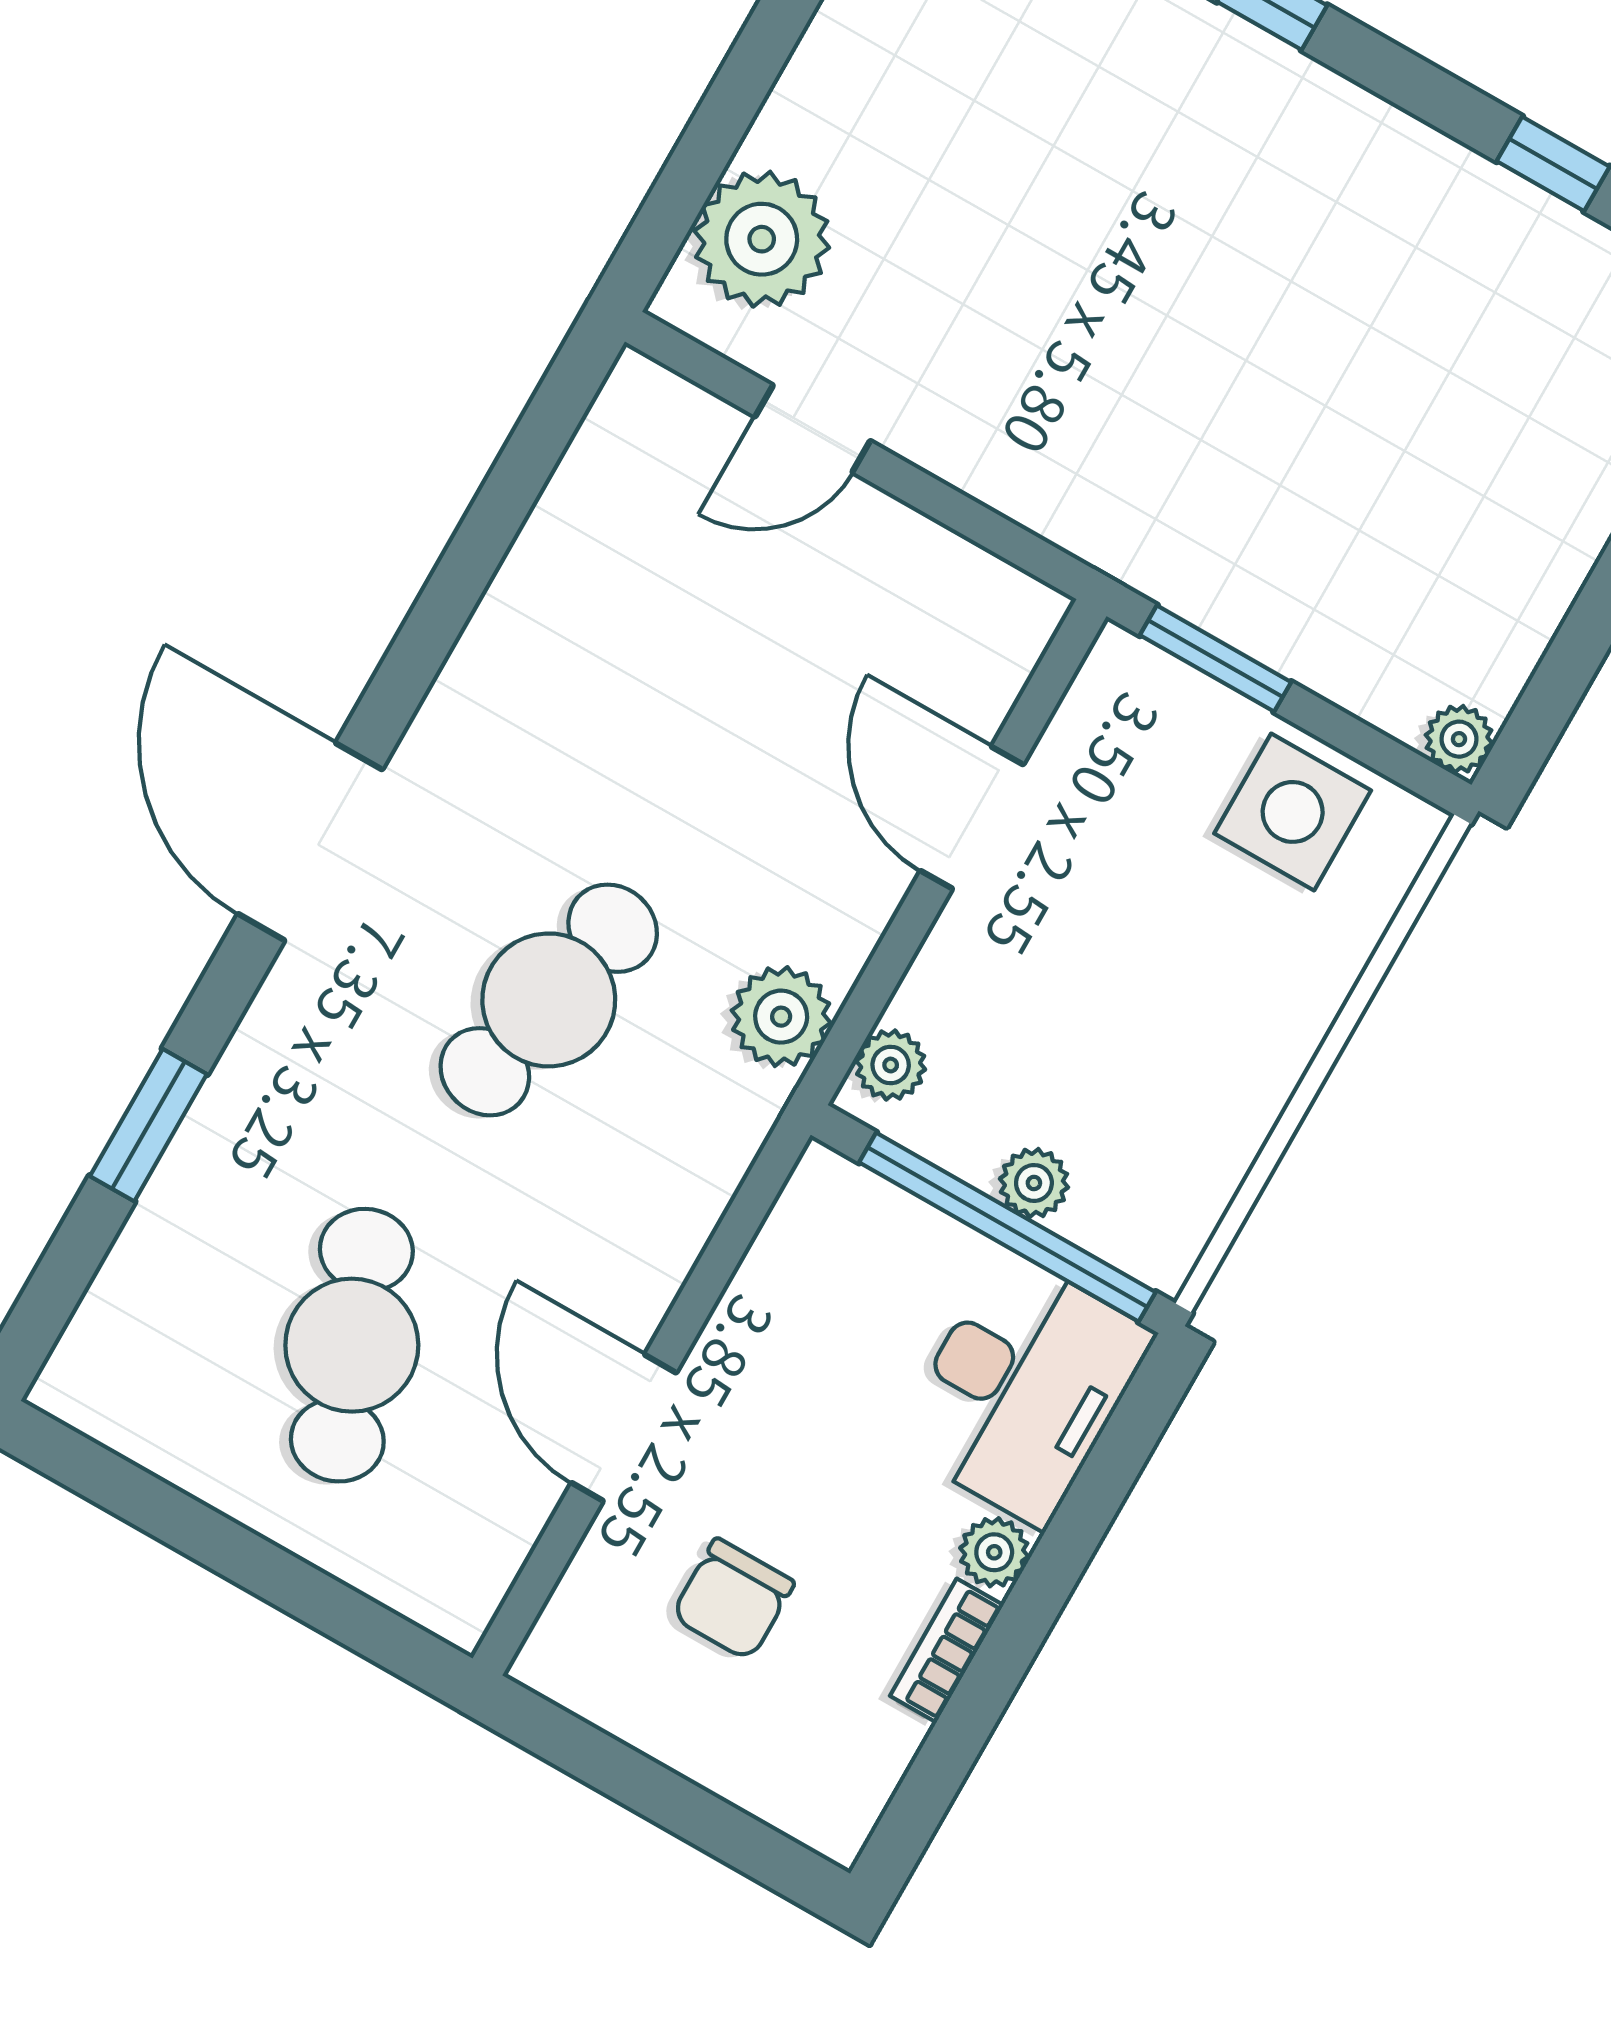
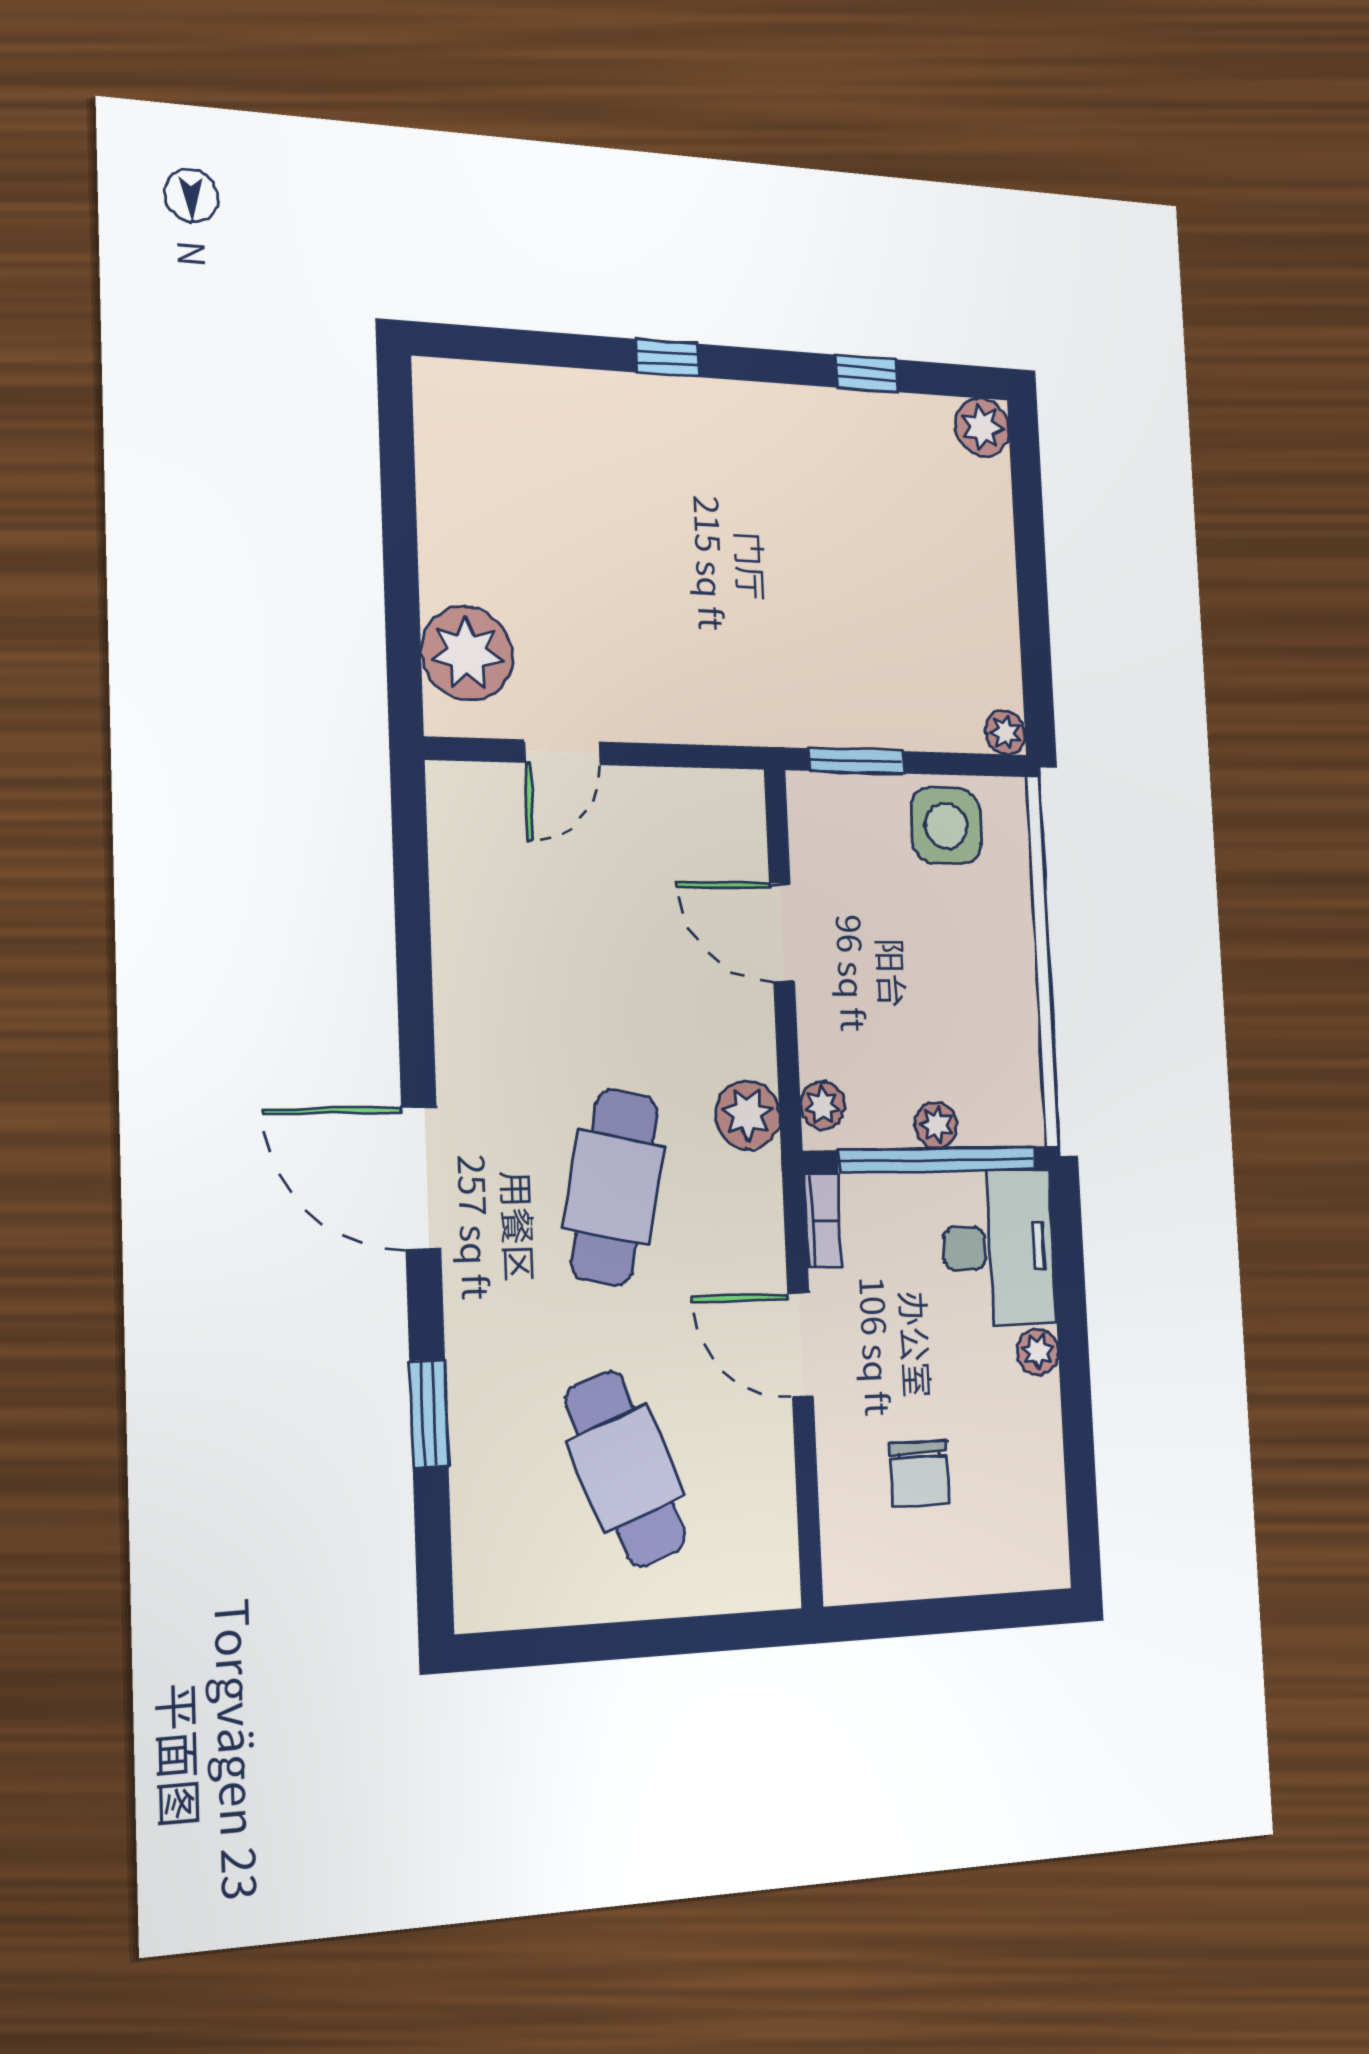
door: (624, 1428) -> (801, 1345), moved
bookcase: (947, 1651) -> (823, 1220), moved, turned 180

